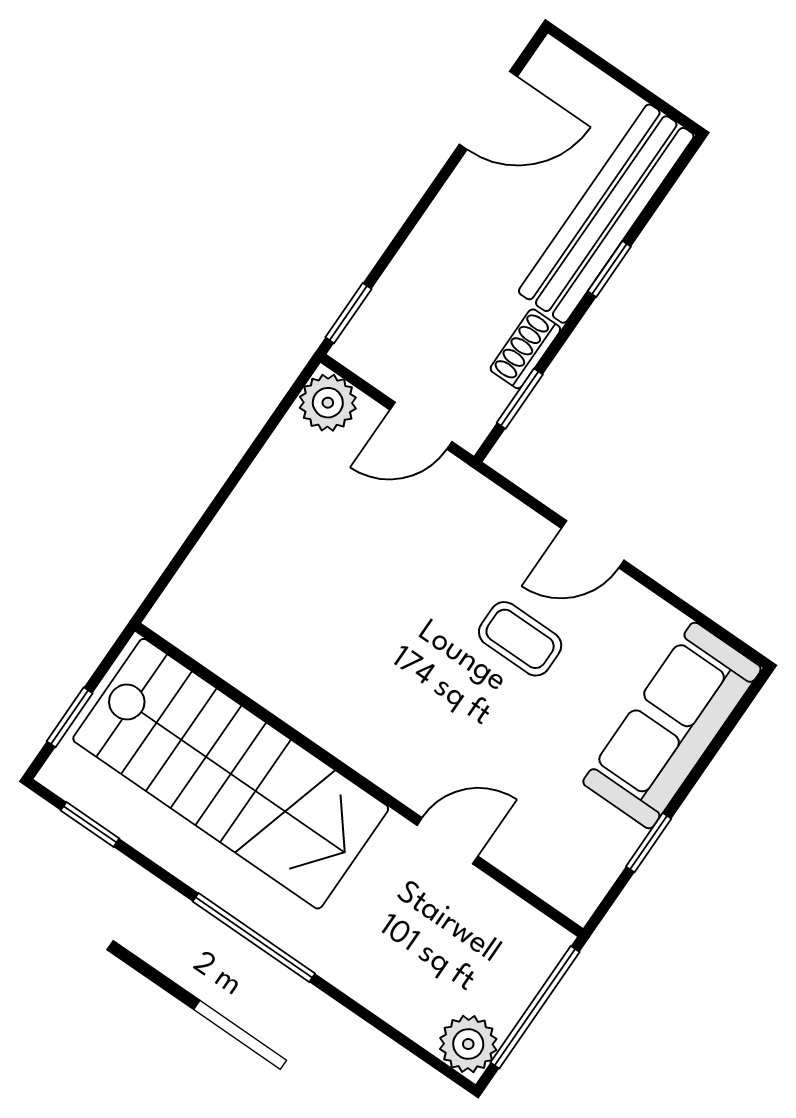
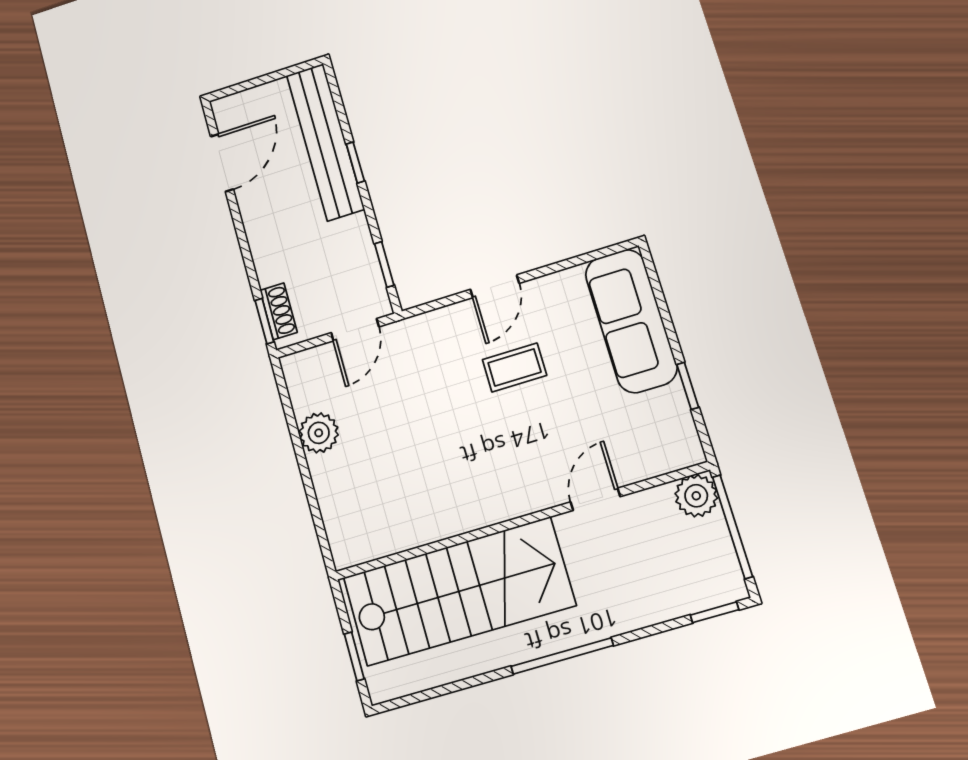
shoe rack: (525, 349) -> (279, 311), moved, turned 180
plant: (328, 403) -> (319, 433), moved
window: (90, 825) -> (715, 612), moved
plant: (468, 1044) -> (696, 496), moved

